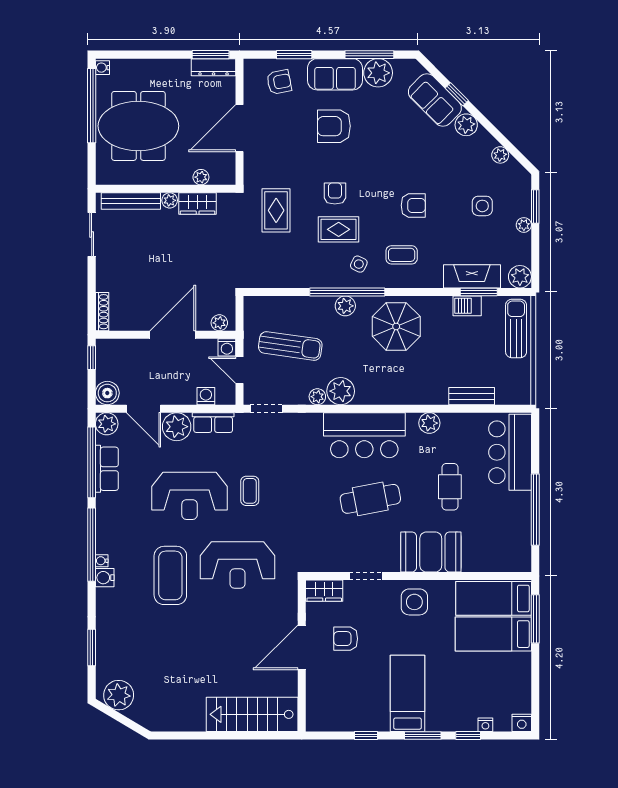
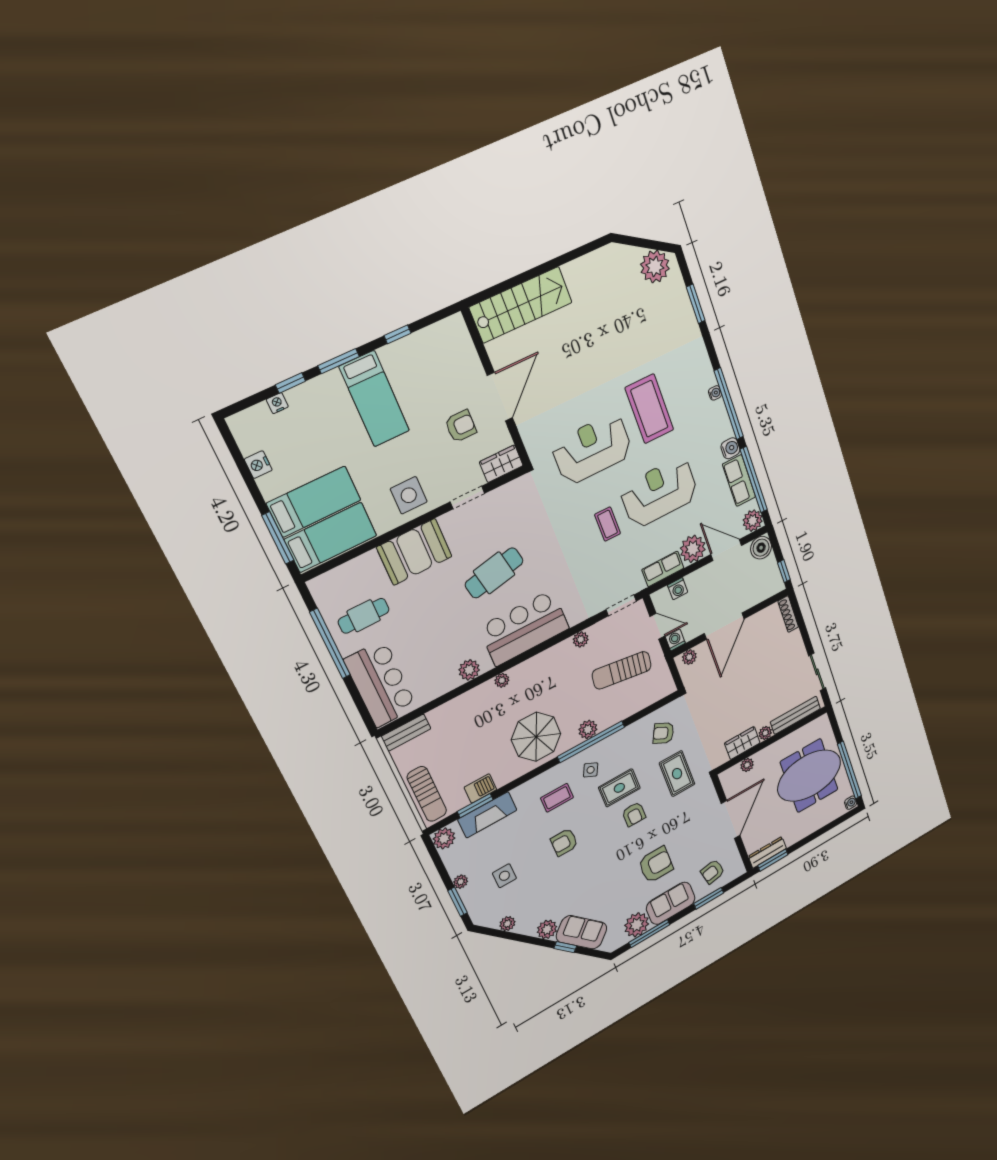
armchair: (274, 260) -> (663, 733), added
plant: (341, 391) -> (502, 680), moved, width x0.53, depth x0.53
bench: (472, 396) -> (406, 733), moved
cafe table: (450, 487) -> (364, 616), moved, turned 90
water cooler: (105, 578) -> (730, 448), moved
nightstand: (522, 723) -> (258, 465), moved, turned -90

